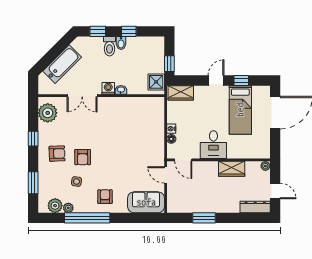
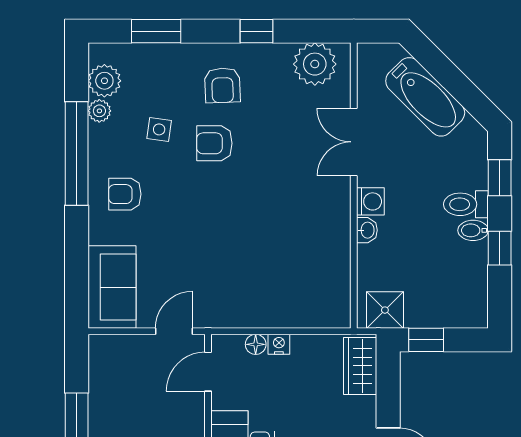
armchair: (105, 197) -> (125, 194), turned 180

